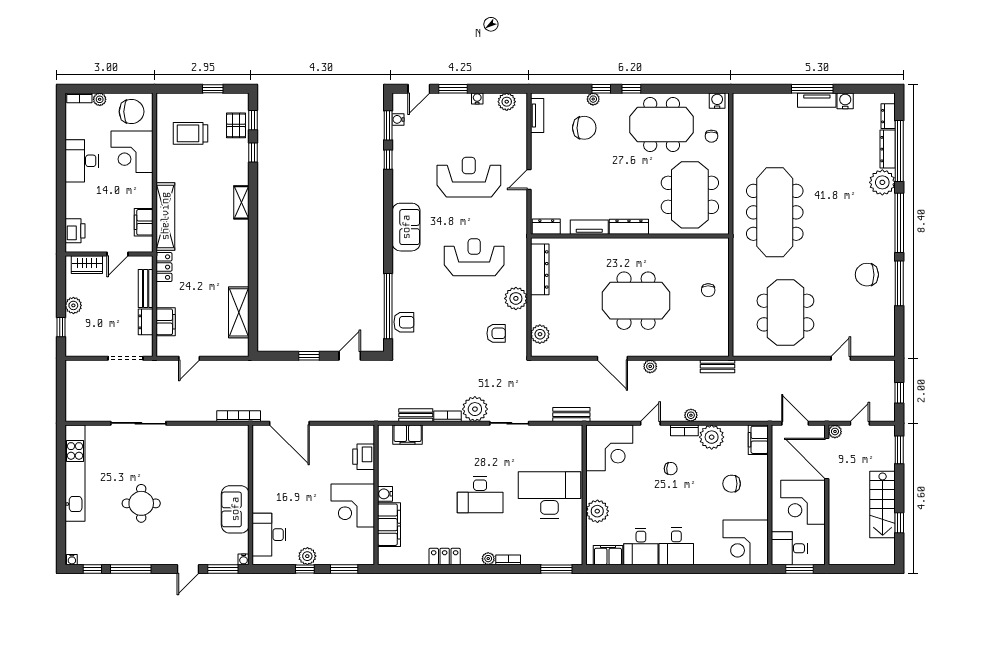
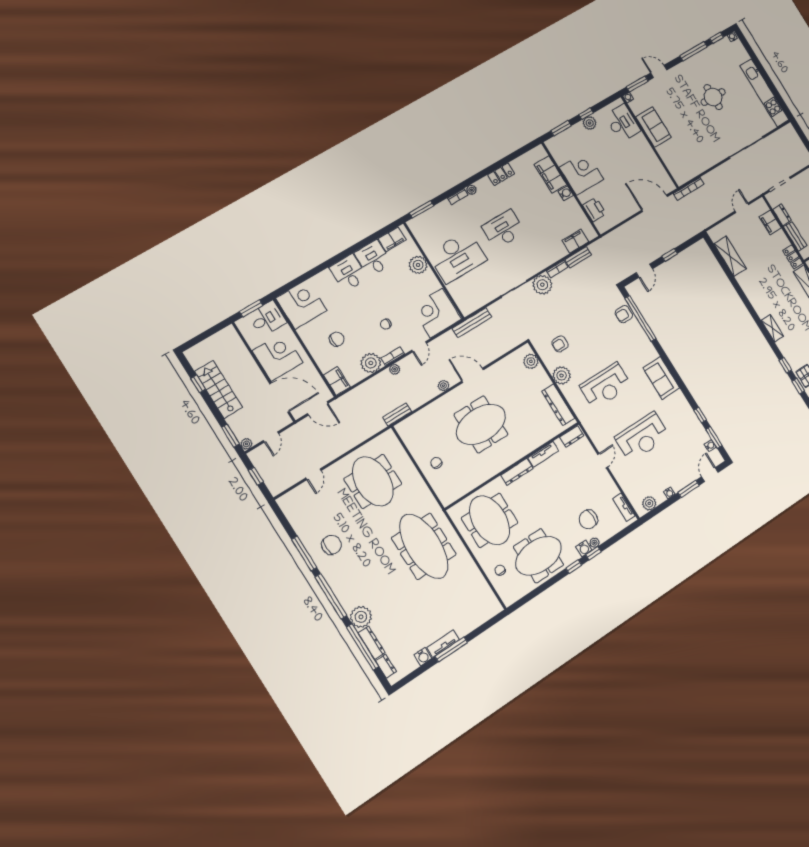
water cooler: (717, 101) -> (584, 548), moved
bench: (571, 415) -> (472, 323), width x1.36
plant: (835, 431) -> (246, 444), moved
door: (188, 569) -> (659, 71), hinge flipped

